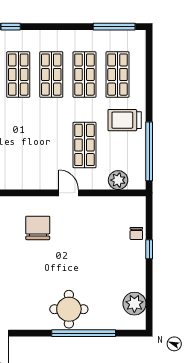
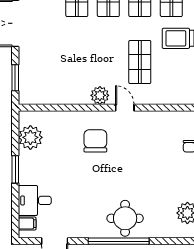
plant: (118, 180) -> (100, 95), moved
window: (84, 333) -> (119, 241), moved

